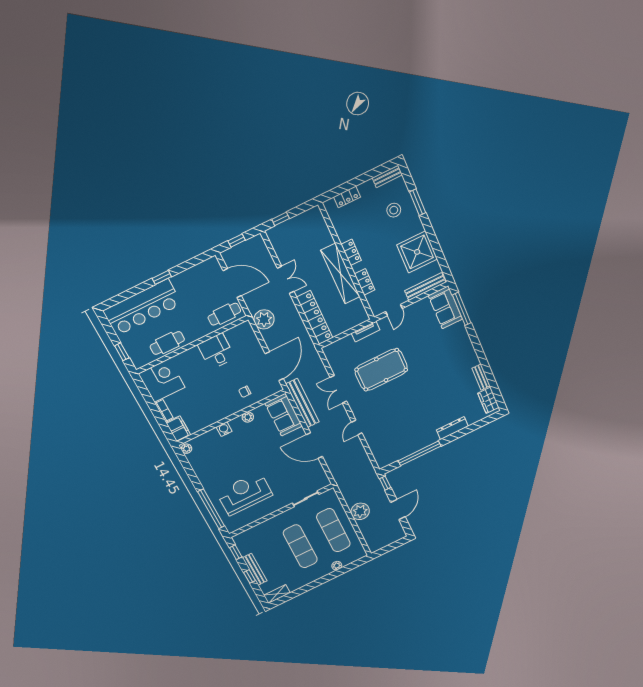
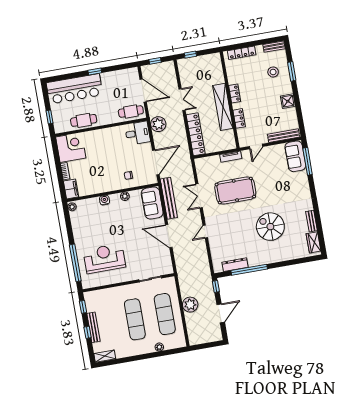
locker: (347, 197) -> (242, 53), width x1.53
shower: (417, 252) -> (288, 101), width x0.54, depth x0.54
desk: (216, 351) -> (137, 133), moved, turned 90
spiral stairs: (433, 398) -> (270, 227), added
dresser: (452, 428) -> (235, 265), moved

